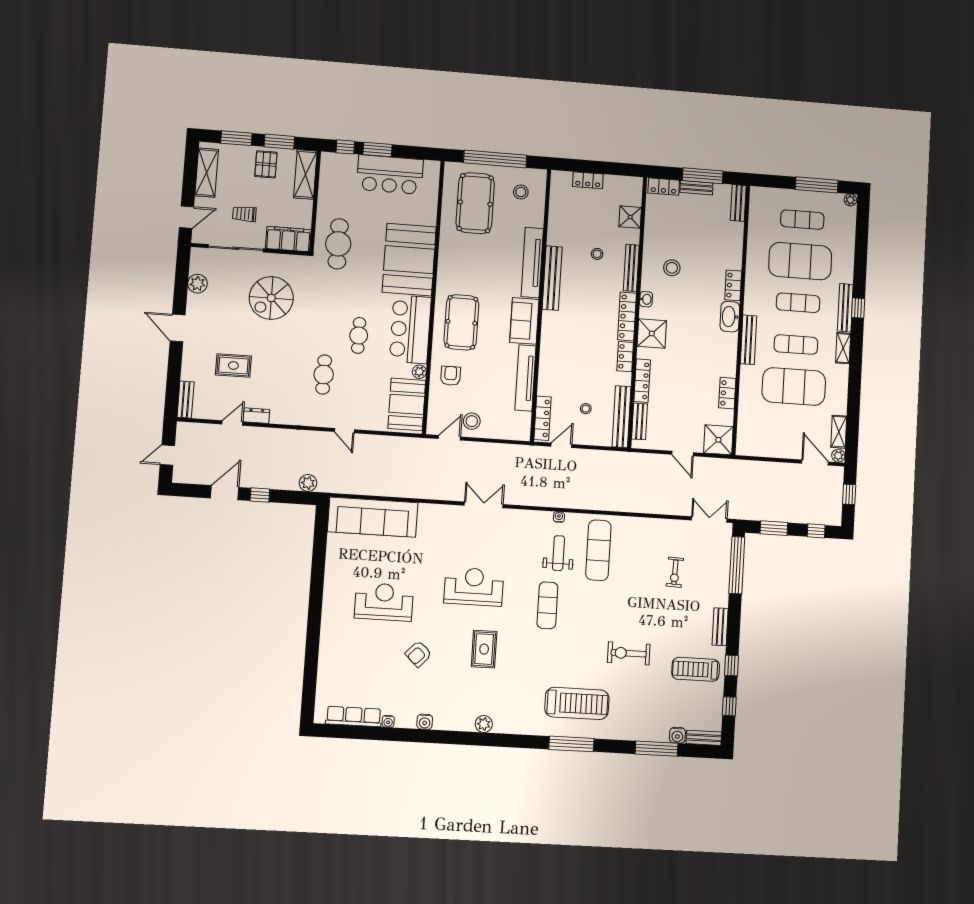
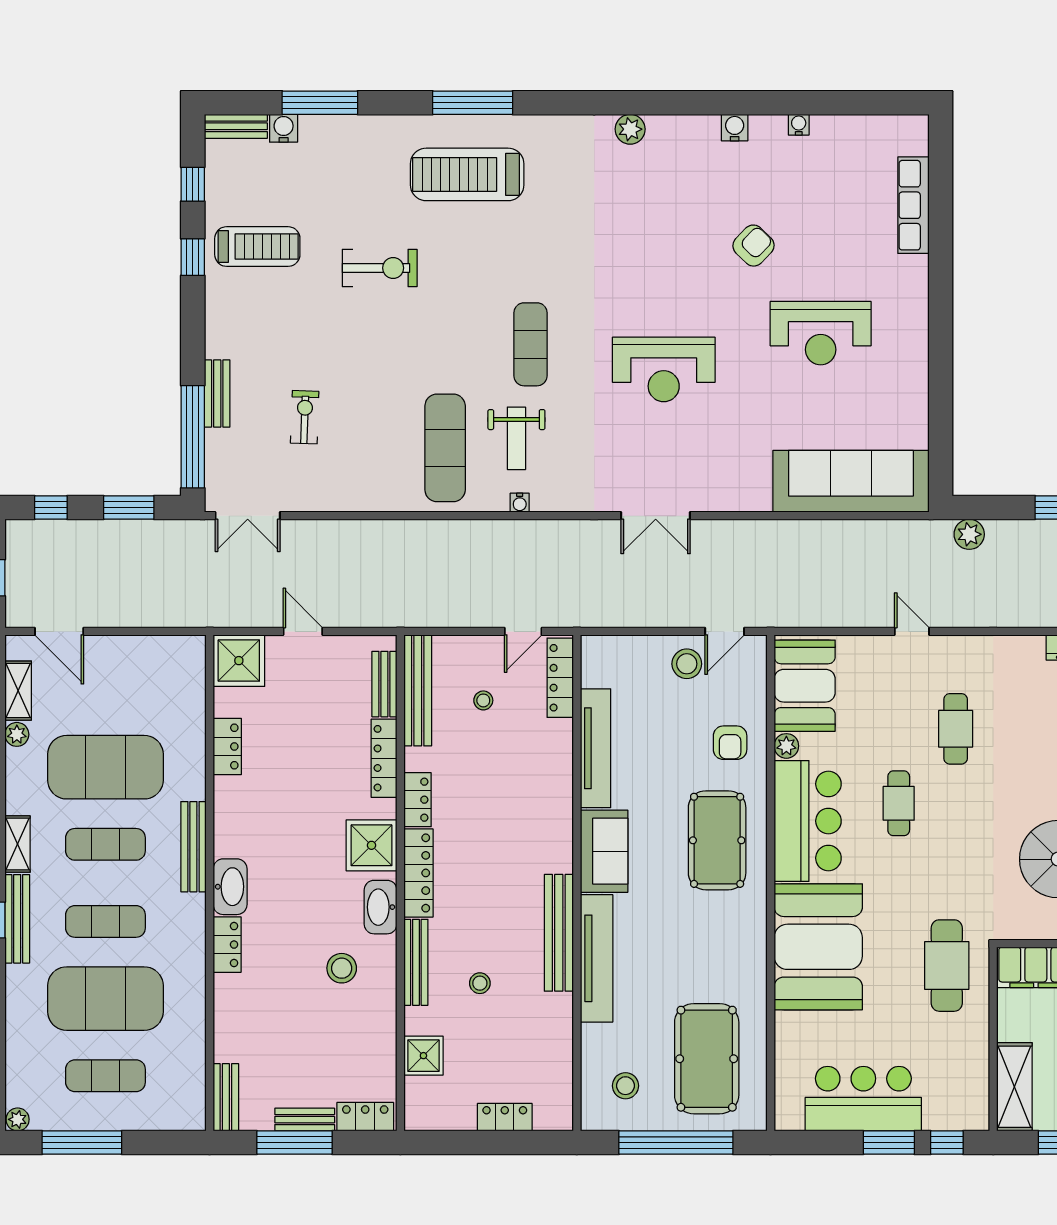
washbasin: (646, 299) -> (381, 907), width x1.91, depth x1.45
plant: (838, 456) -> (17, 734), moved
bench: (720, 627) -> (217, 394), moved
rug: (484, 649) -> (638, 261), removed
row of seats: (354, 716) -> (913, 205), moved, turned 90

